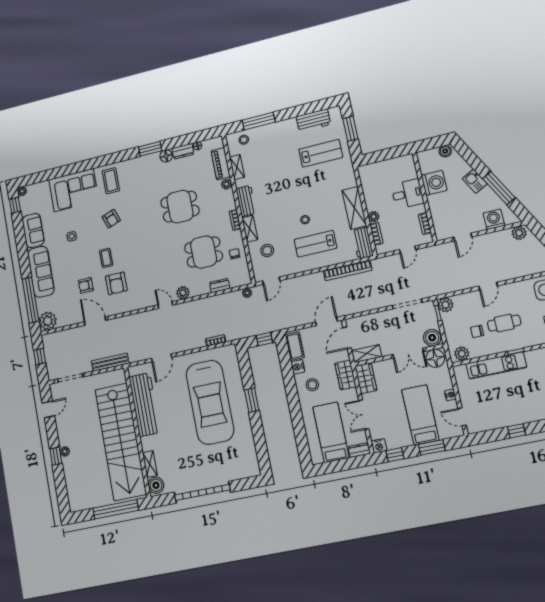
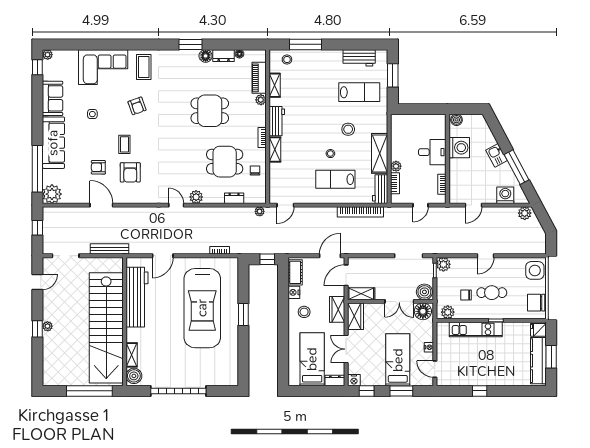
boiler: (445, 151) -> (456, 120), moved
stool: (267, 250) -> (348, 129), moved

